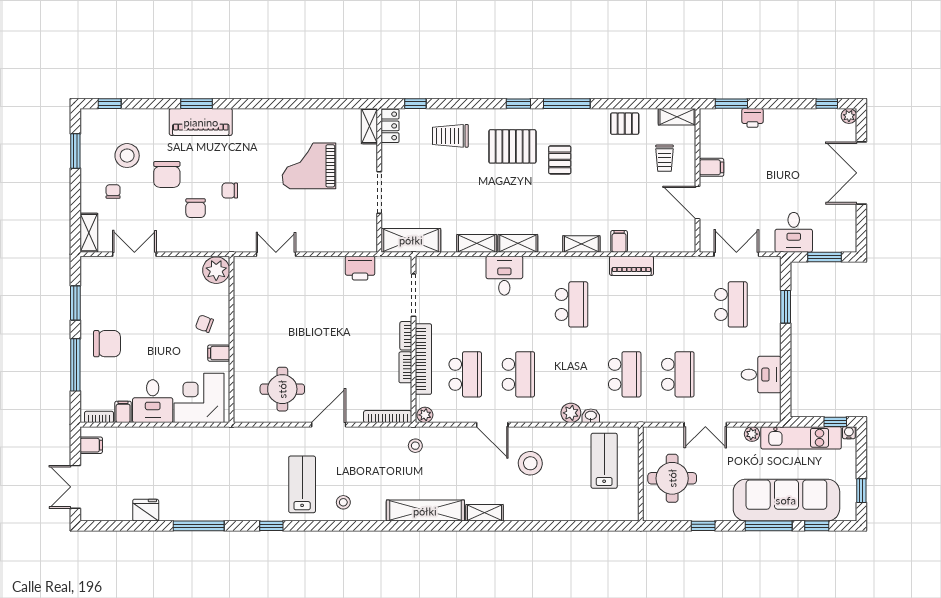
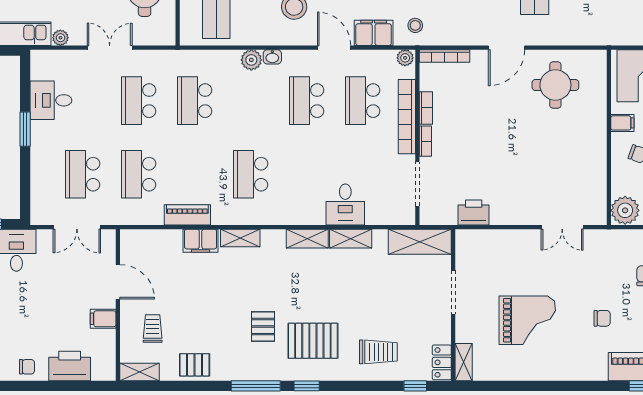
window: (731, 104) -> (82, 386), removed
printer: (752, 118) -> (70, 366), width x1.87, depth x1.48
chair: (784, 122) -> (27, 367), added
chair: (230, 191) -> (602, 318), moved
filing cabinet: (619, 241) -> (201, 241), width x2.00
desk: (504, 276) -> (345, 205), moved
school desk: (678, 304) -> (139, 174), added
window: (786, 307) -> (25, 129), moved
washbasin: (591, 416) -> (272, 57), moved
filing cabinet: (455, 439) -> (374, 33), added

